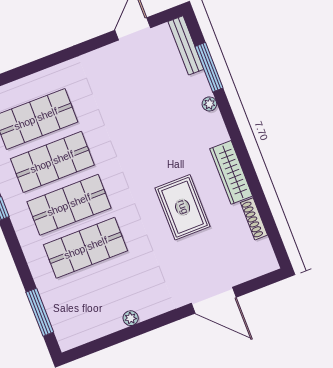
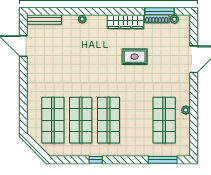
window: (209, 67) -> (159, 11), moved
rug: (183, 207) -> (135, 57), width x0.73, depth x0.70
plant: (264, 246) -> (174, 19), added
shop shelf: (86, 248) -> (164, 120), moved

